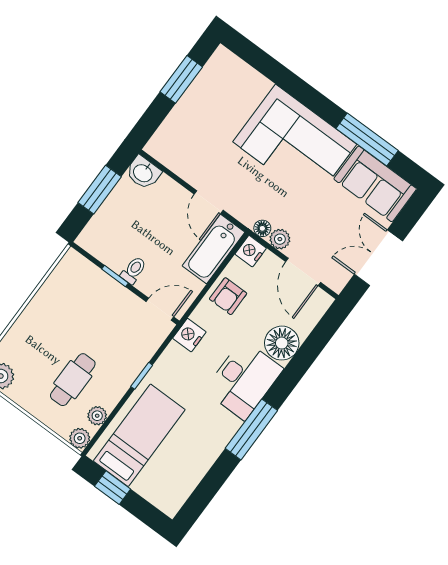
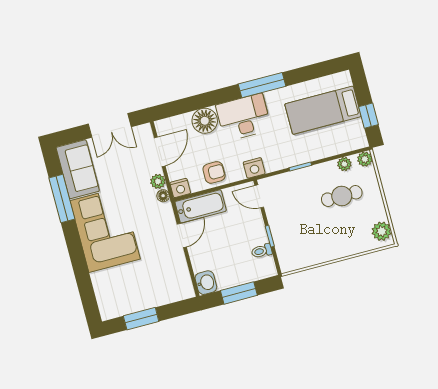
toilet: (134, 270) -> (262, 251), moved
bed: (139, 435) -> (323, 110), moved

